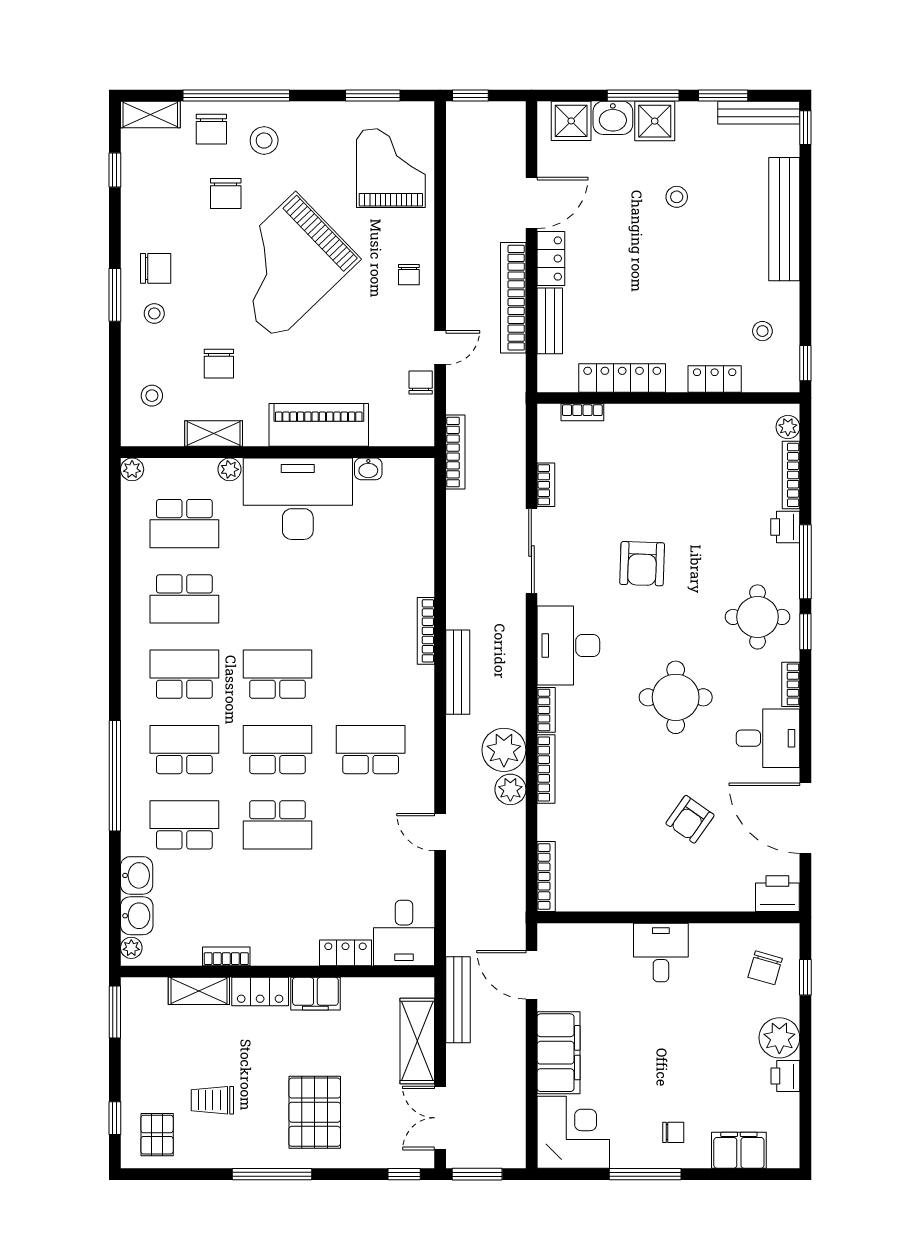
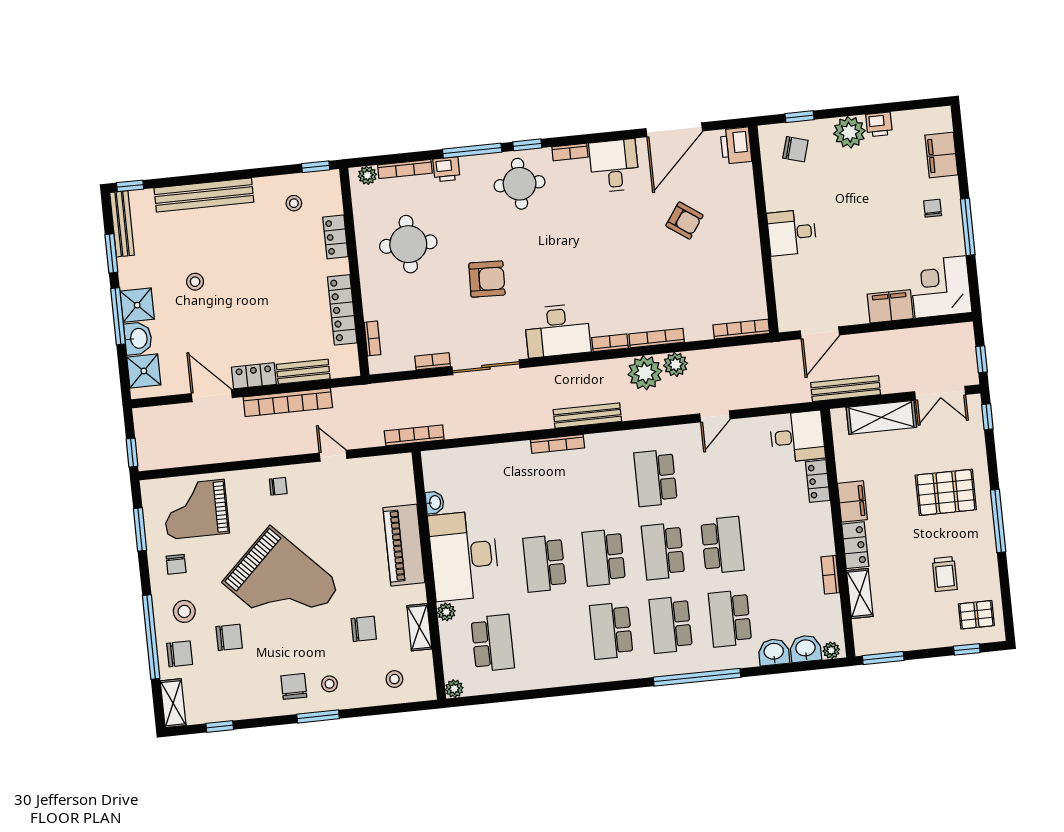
chair: (421, 382) -> (176, 564), moved, turned -90
school desk: (184, 599) -> (544, 563), moved, turned 180
round table: (676, 697) -> (408, 244), moved
filing cabinet: (559, 1053) -> (890, 306), width x0.67, depth x0.86
window: (477, 1174) -> (981, 359), width x0.67

